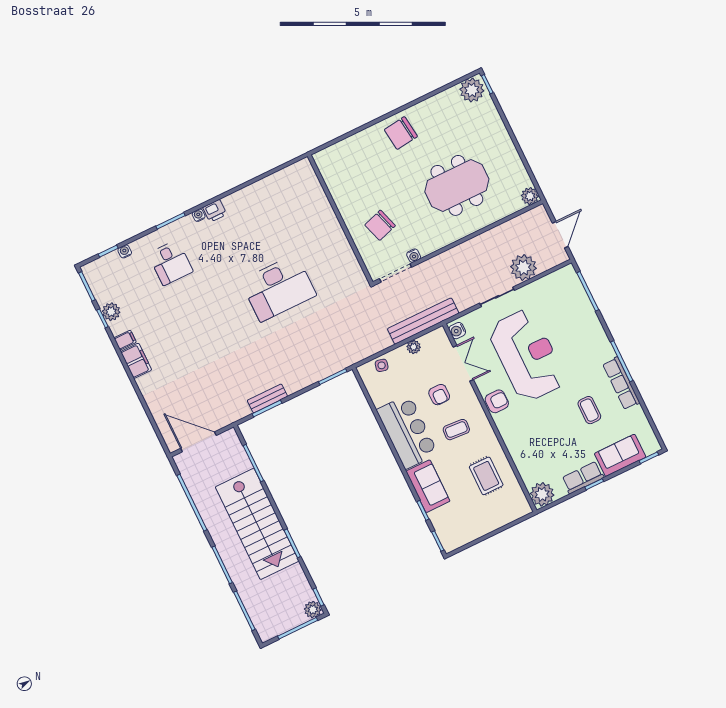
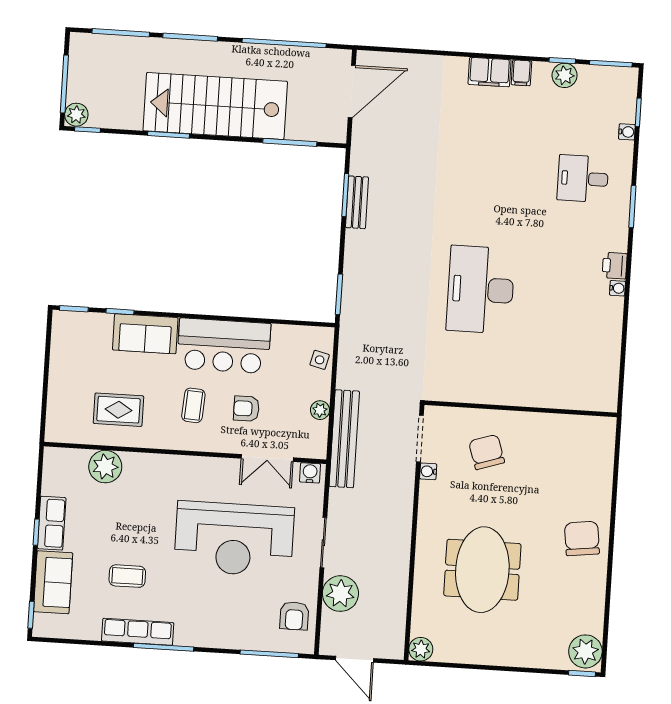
water cooler: (199, 215) -> (617, 288), moved
armchair: (497, 401) -> (294, 616), moved
plant: (542, 494) -> (105, 467), moved

